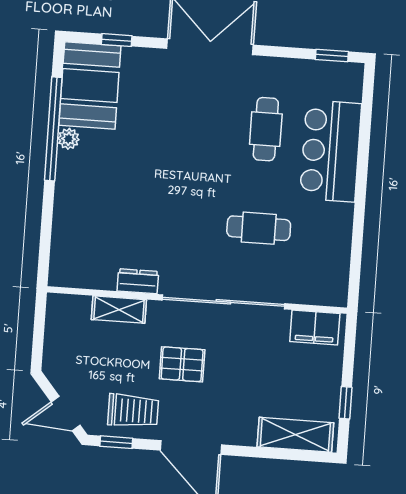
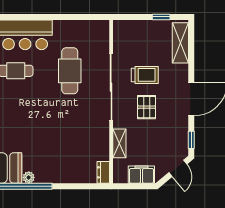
cafe table: (259, 228) -> (70, 71), width x1.37, depth x1.35
dresser: (138, 281) -> (103, 172), moved
filing cabinet: (315, 328) -> (141, 175), moved, turned -90
trolley: (133, 411) -> (145, 75), moved, turned 90

